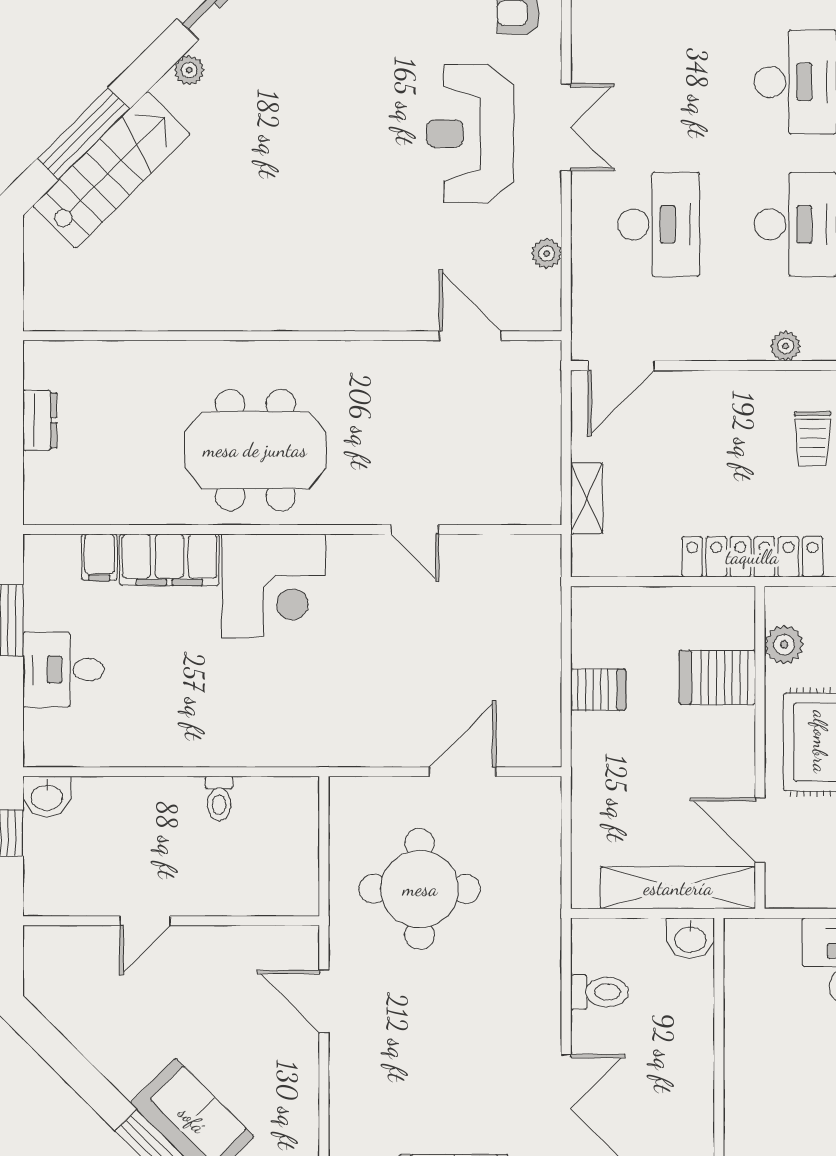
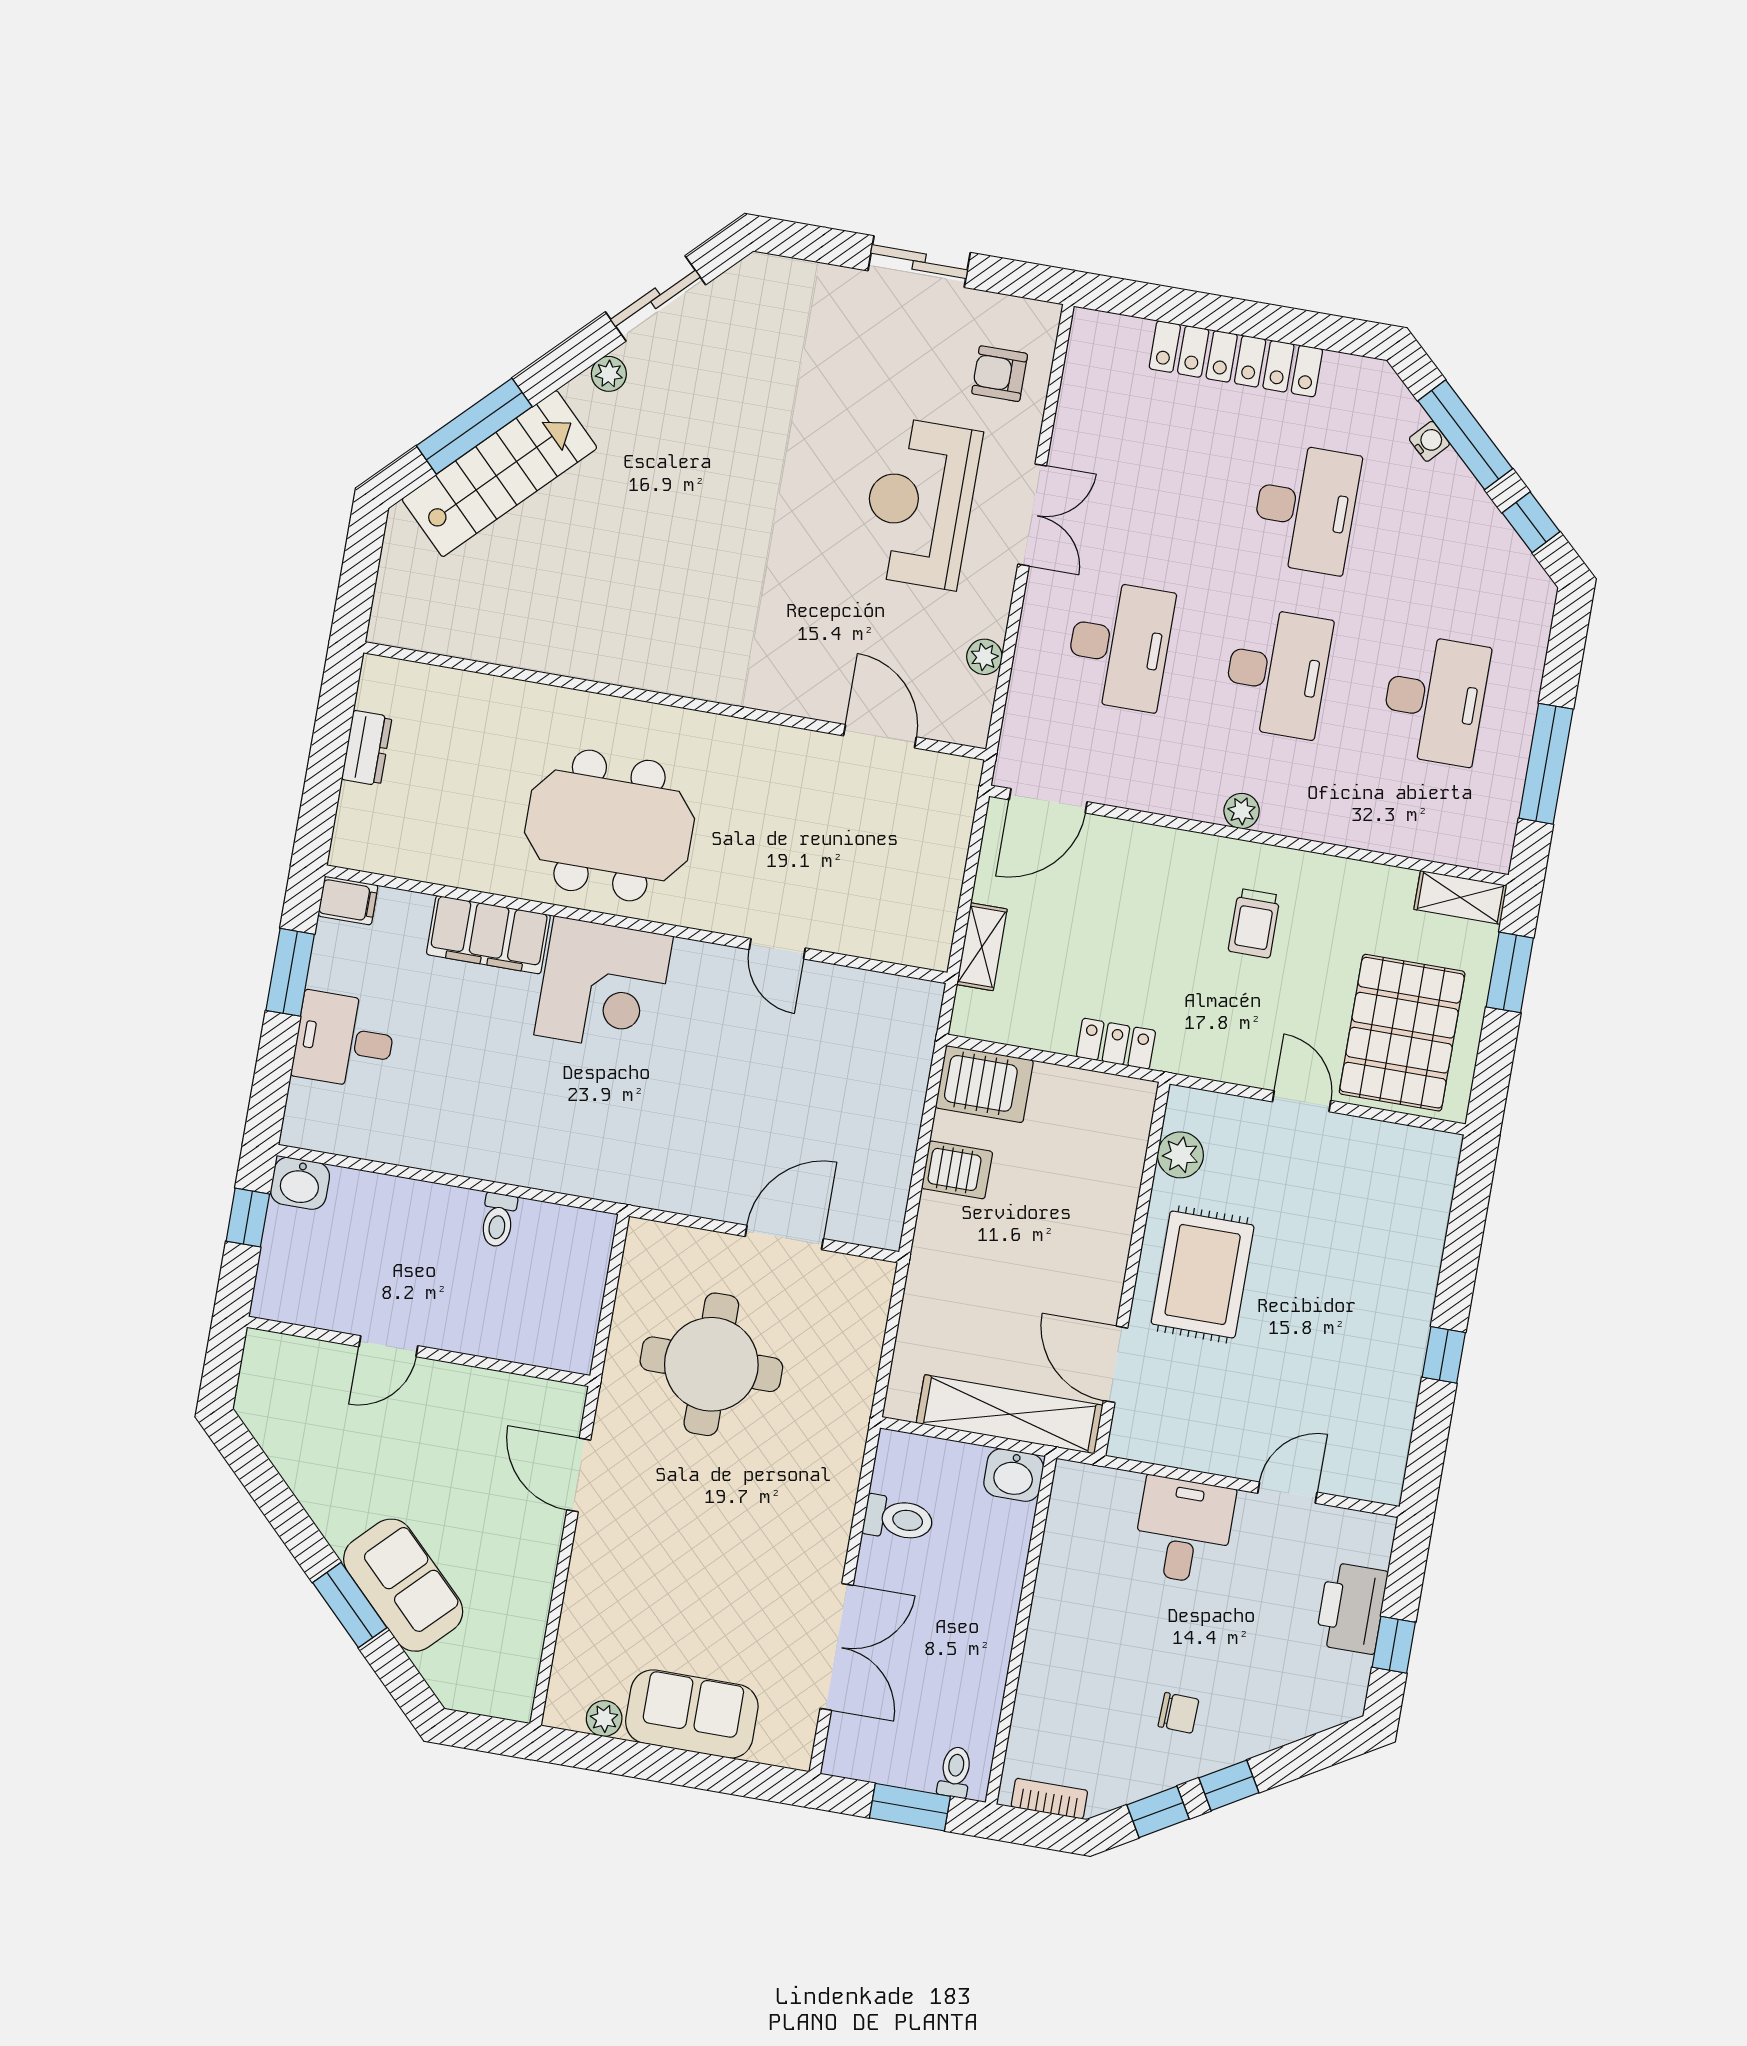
filing cabinet: (99, 557) -> (348, 901), moved, turned -90
locker: (752, 557) -> (1116, 1044), width x0.46, depth x0.83
server rack: (717, 677) -> (984, 1084), moved, turned 180

